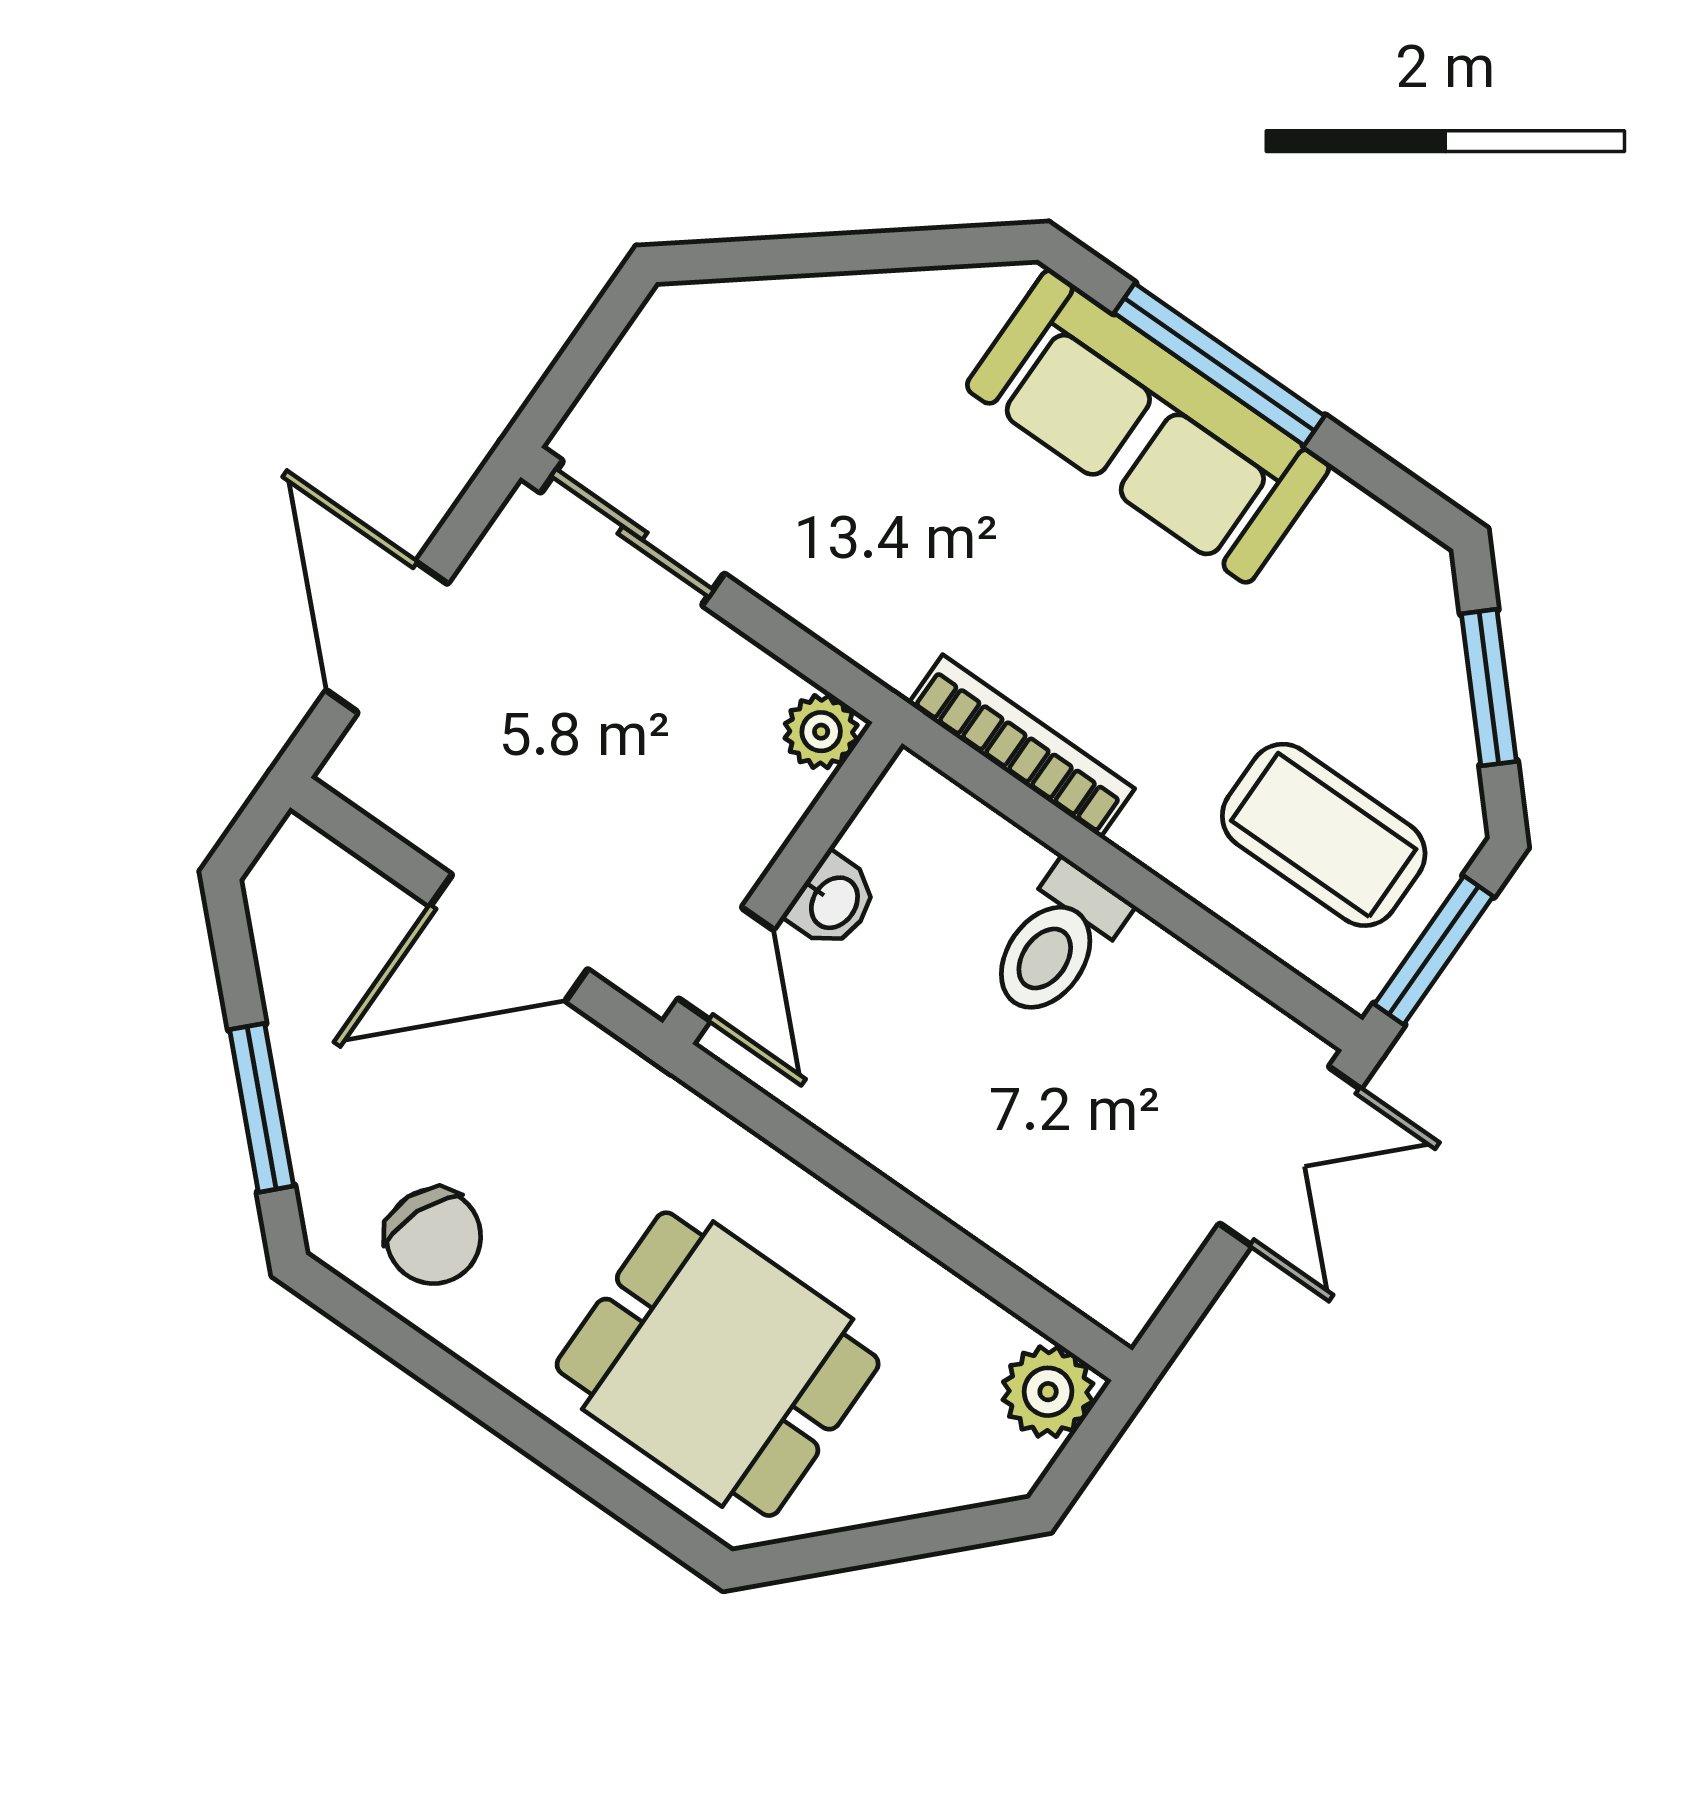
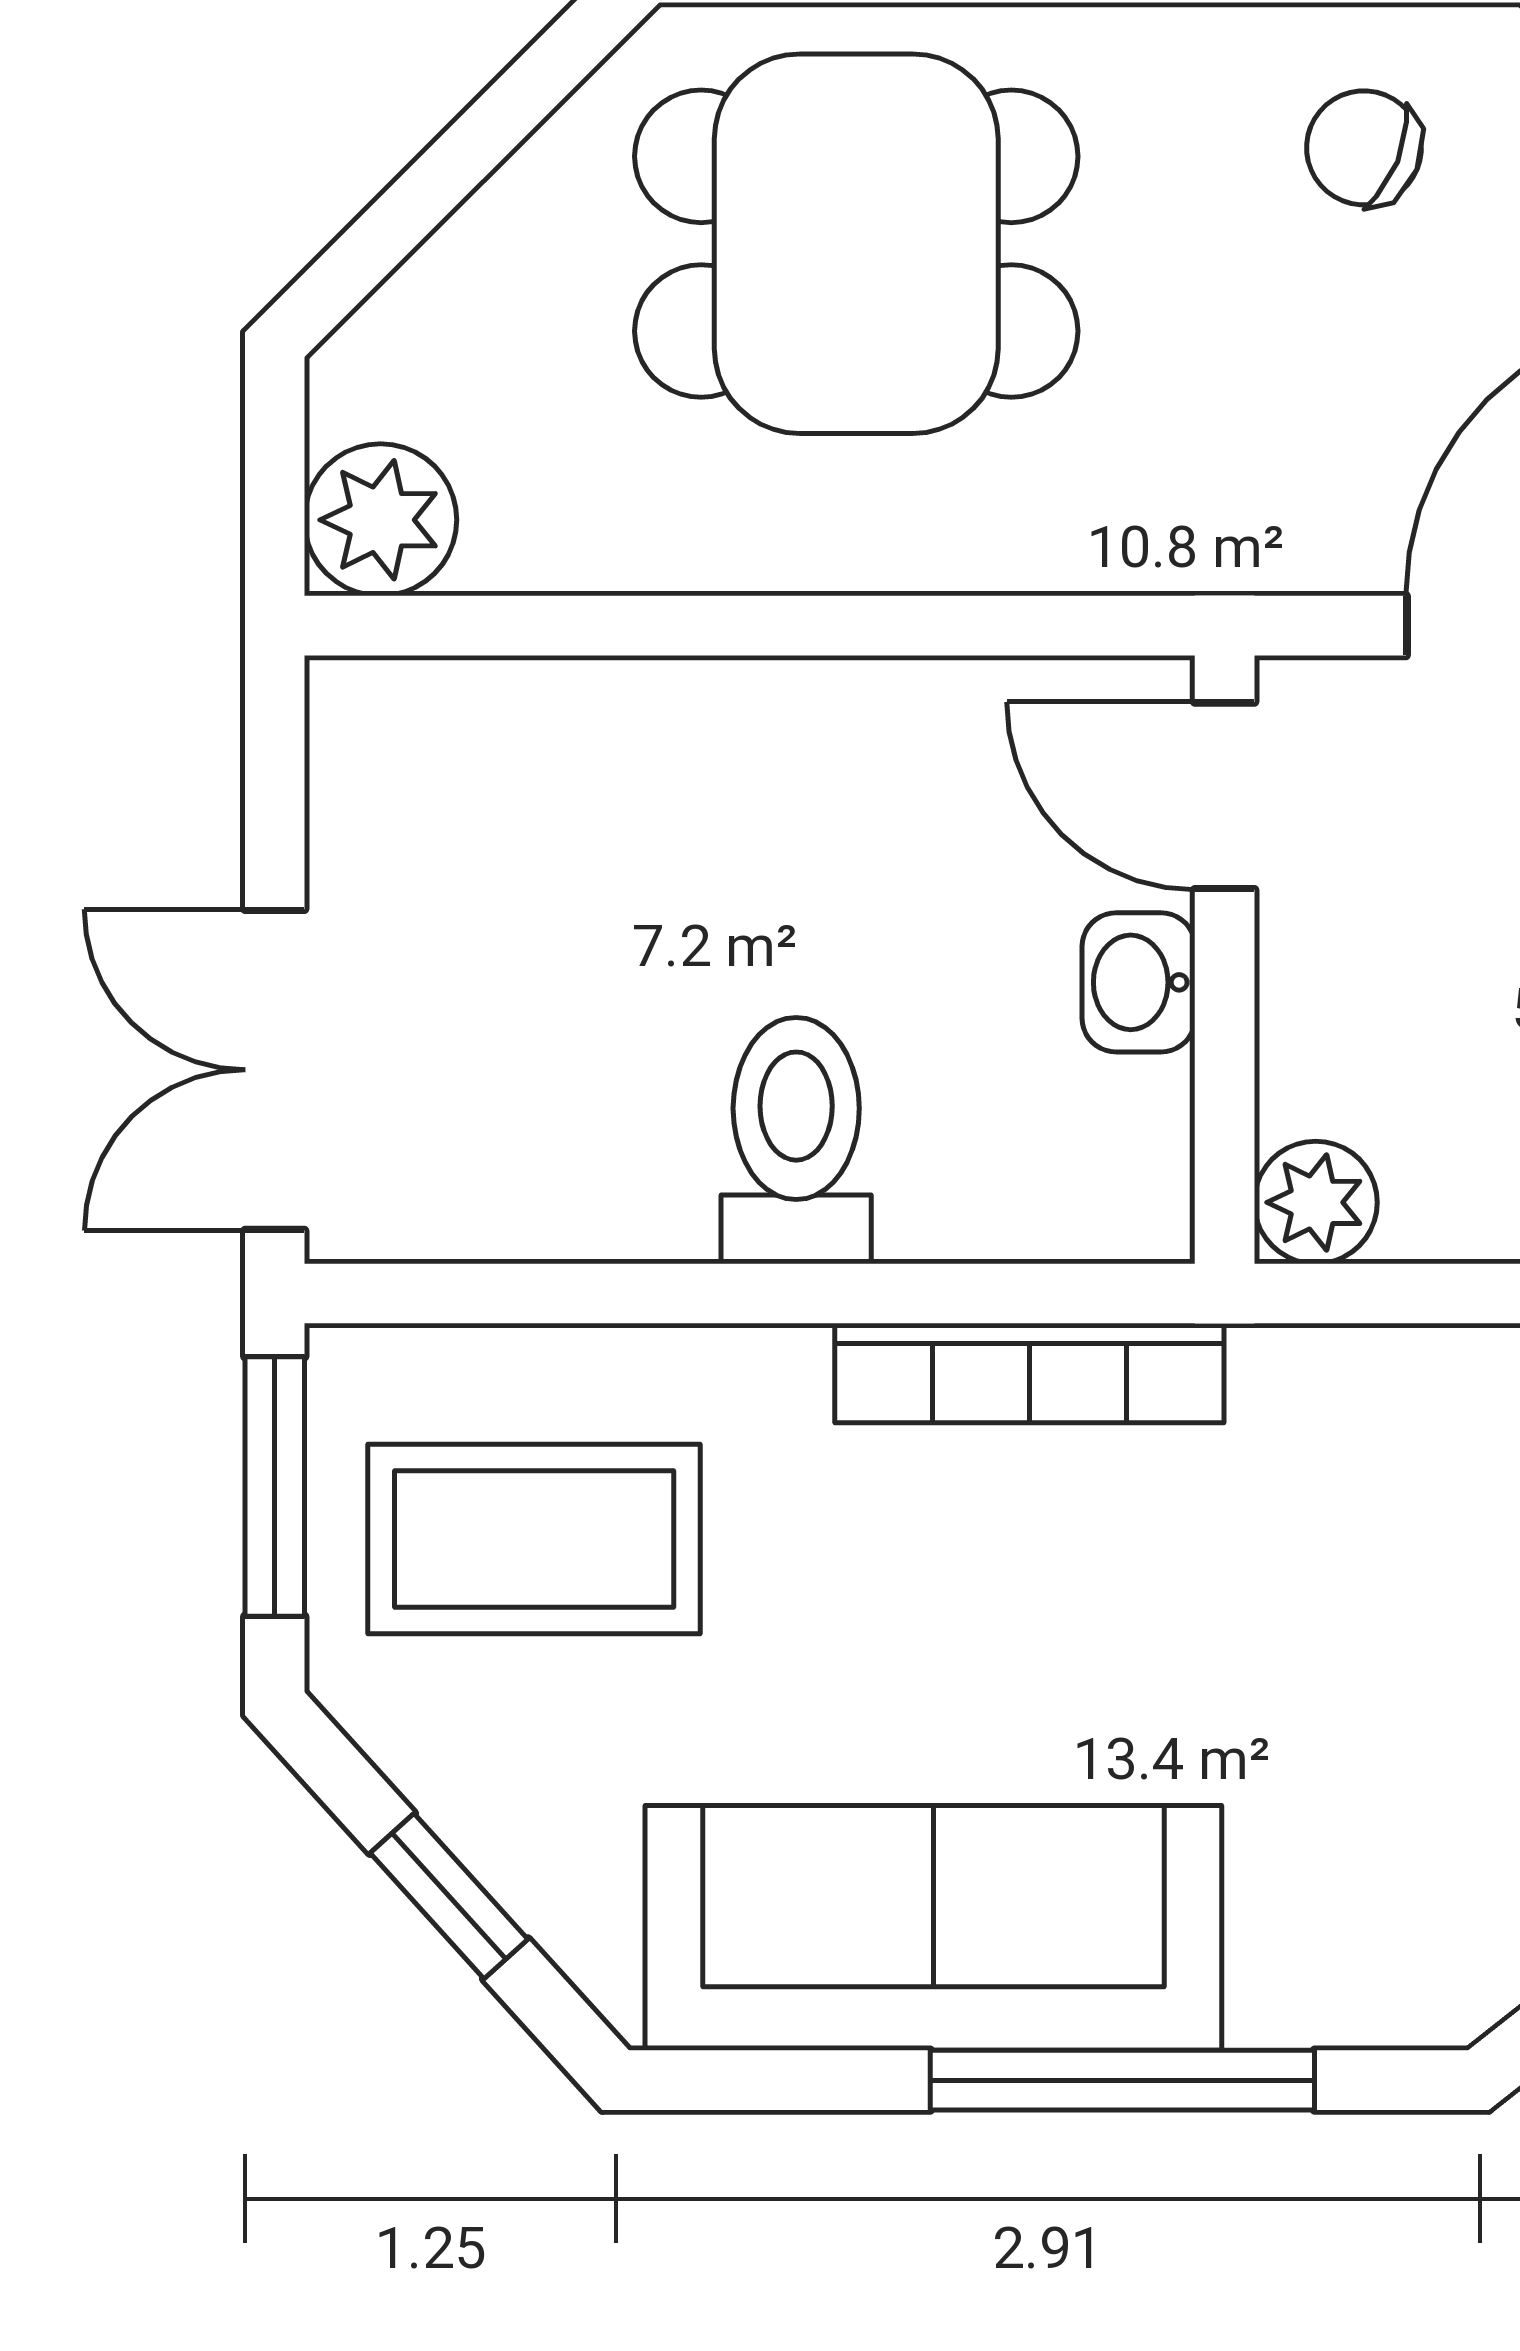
sofa: (1148, 426) -> (933, 1928), moved
window: (1489, 688) -> (449, 1896), width x0.67
chair: (434, 1236) -> (1364, 148), width x0.73, depth x0.73

